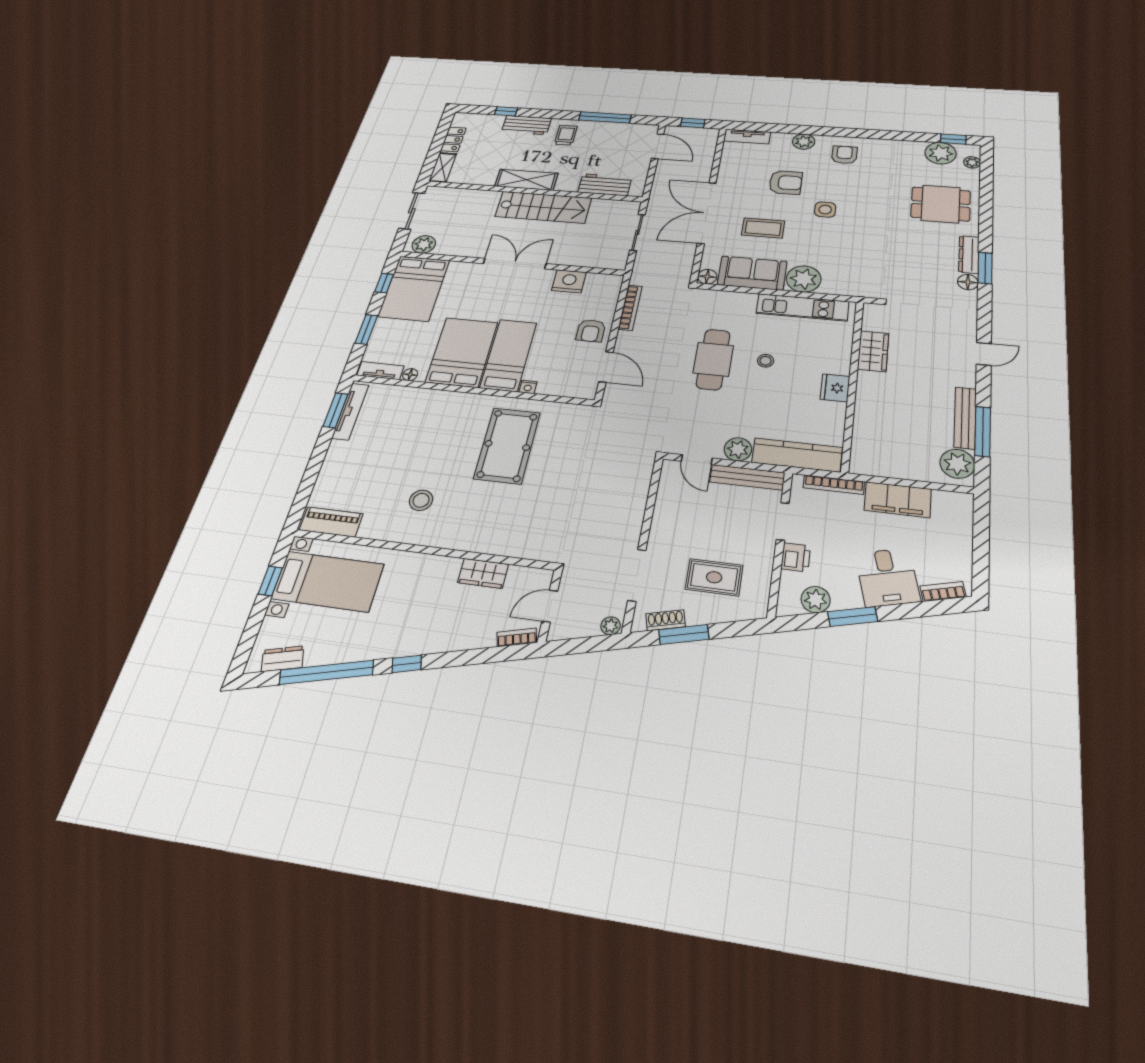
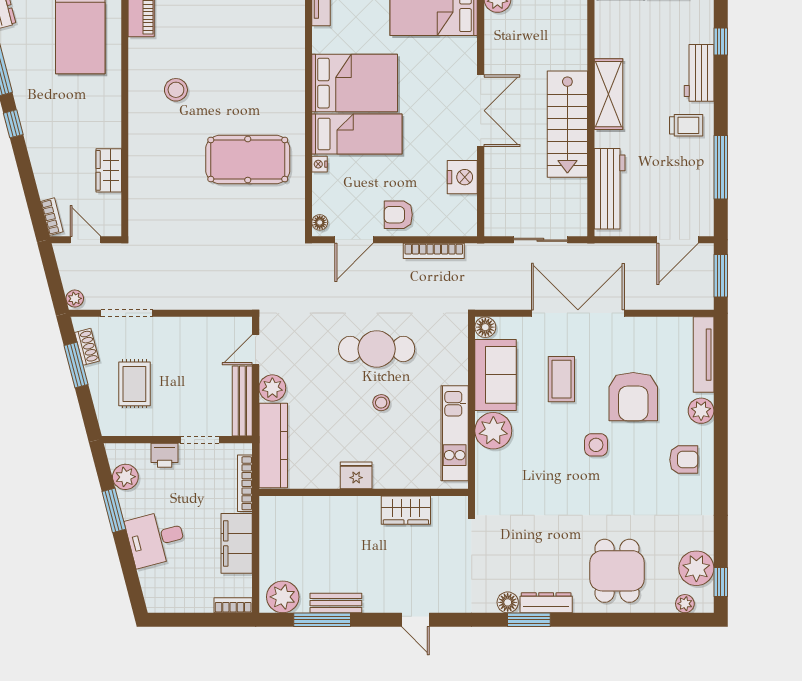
window: (693, 123) -> (721, 276), width x1.50
tv unit: (747, 136) -> (704, 355), width x1.41
armchair: (786, 182) -> (633, 397), width x1.36, depth x1.36
workbench: (605, 185) -> (610, 189), width x1.38
floor lamp: (410, 375) -> (320, 222), moved
bench: (965, 418) -> (336, 603), width x0.73
bookcase: (943, 592) -> (233, 605), moved, turned -75

